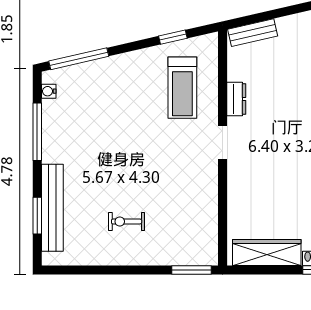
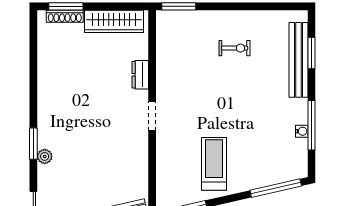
treadmill: (182, 88) -> (214, 164), moved
water cooler: (49, 91) -> (302, 131), moved
dresser: (236, 99) -> (140, 75), moved

